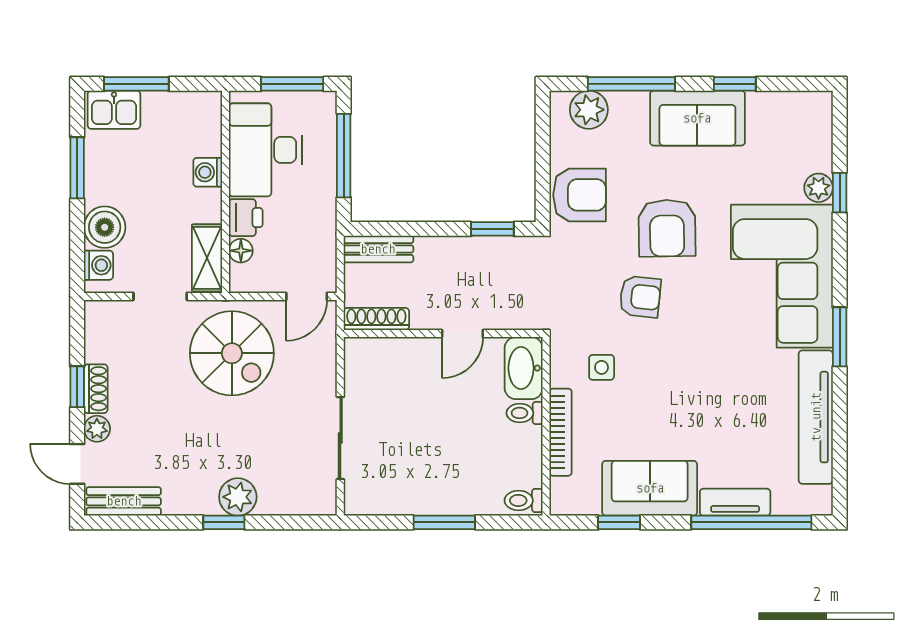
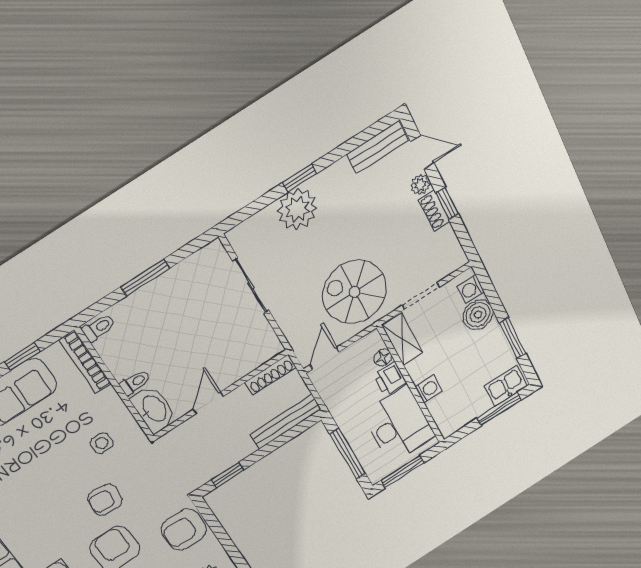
bench: (378, 249) -> (286, 422), width x1.36
bookcase: (561, 432) -> (85, 362), moved
plant: (238, 497) -> (297, 209), width x1.36, depth x1.36

